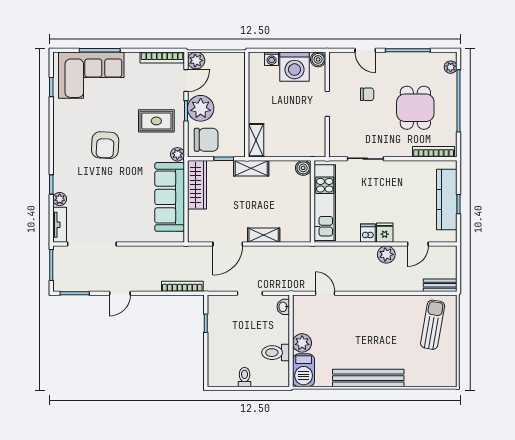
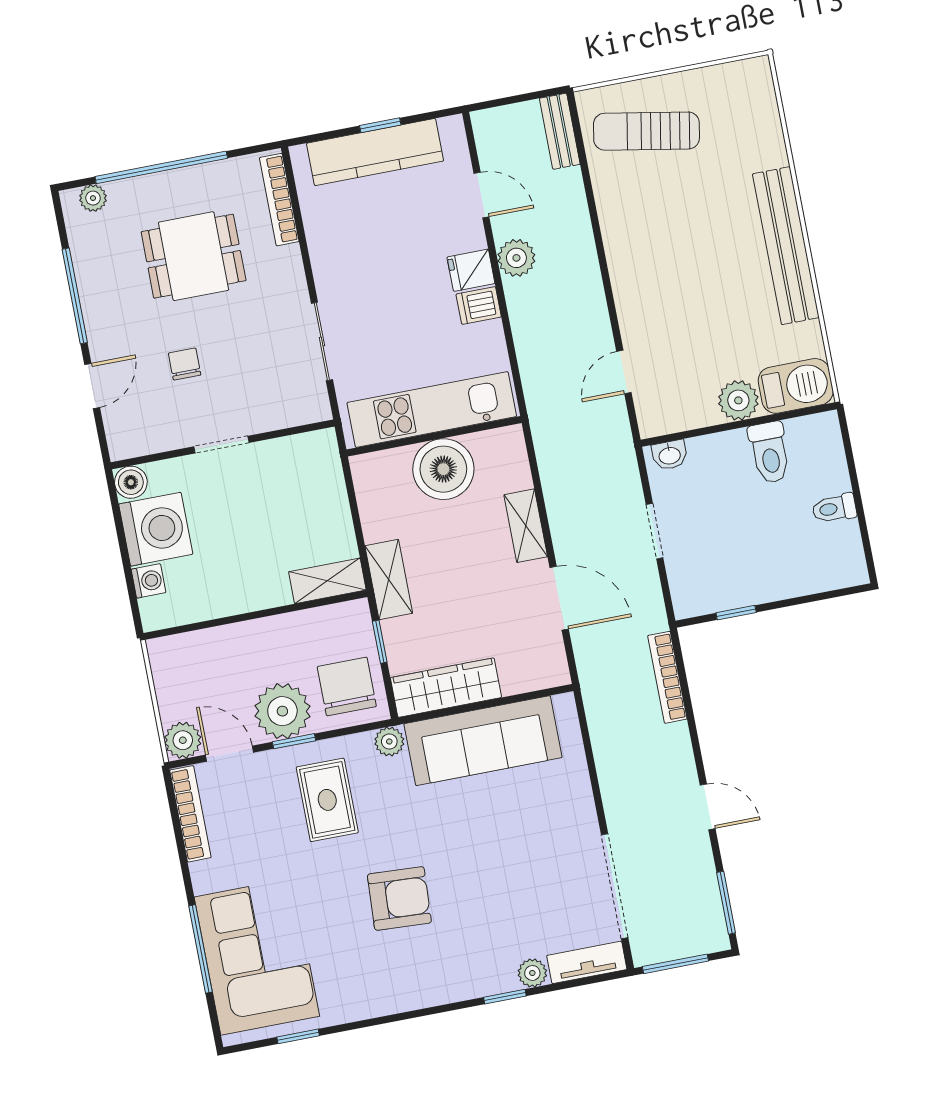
boiler: (303, 168) -> (443, 469), moved, width x1.86, depth x1.86

